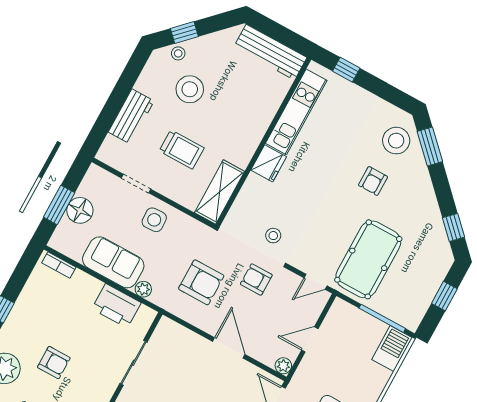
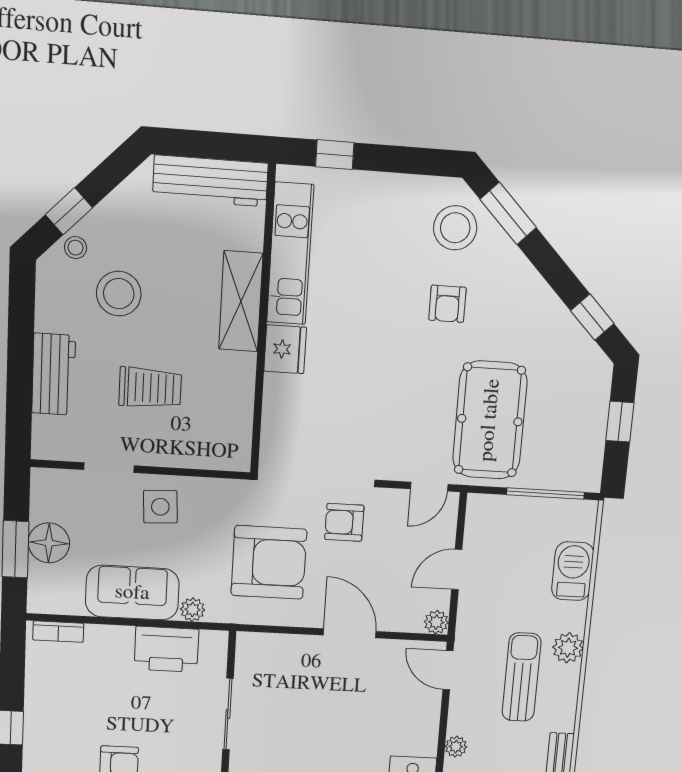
shelving: (219, 192) -> (241, 301), moved
stool: (273, 236) -> (340, 450), removed
armchair: (201, 282) -> (269, 562), width x1.36, depth x1.36
barbecue: (392, 349) -> (573, 571), moved

